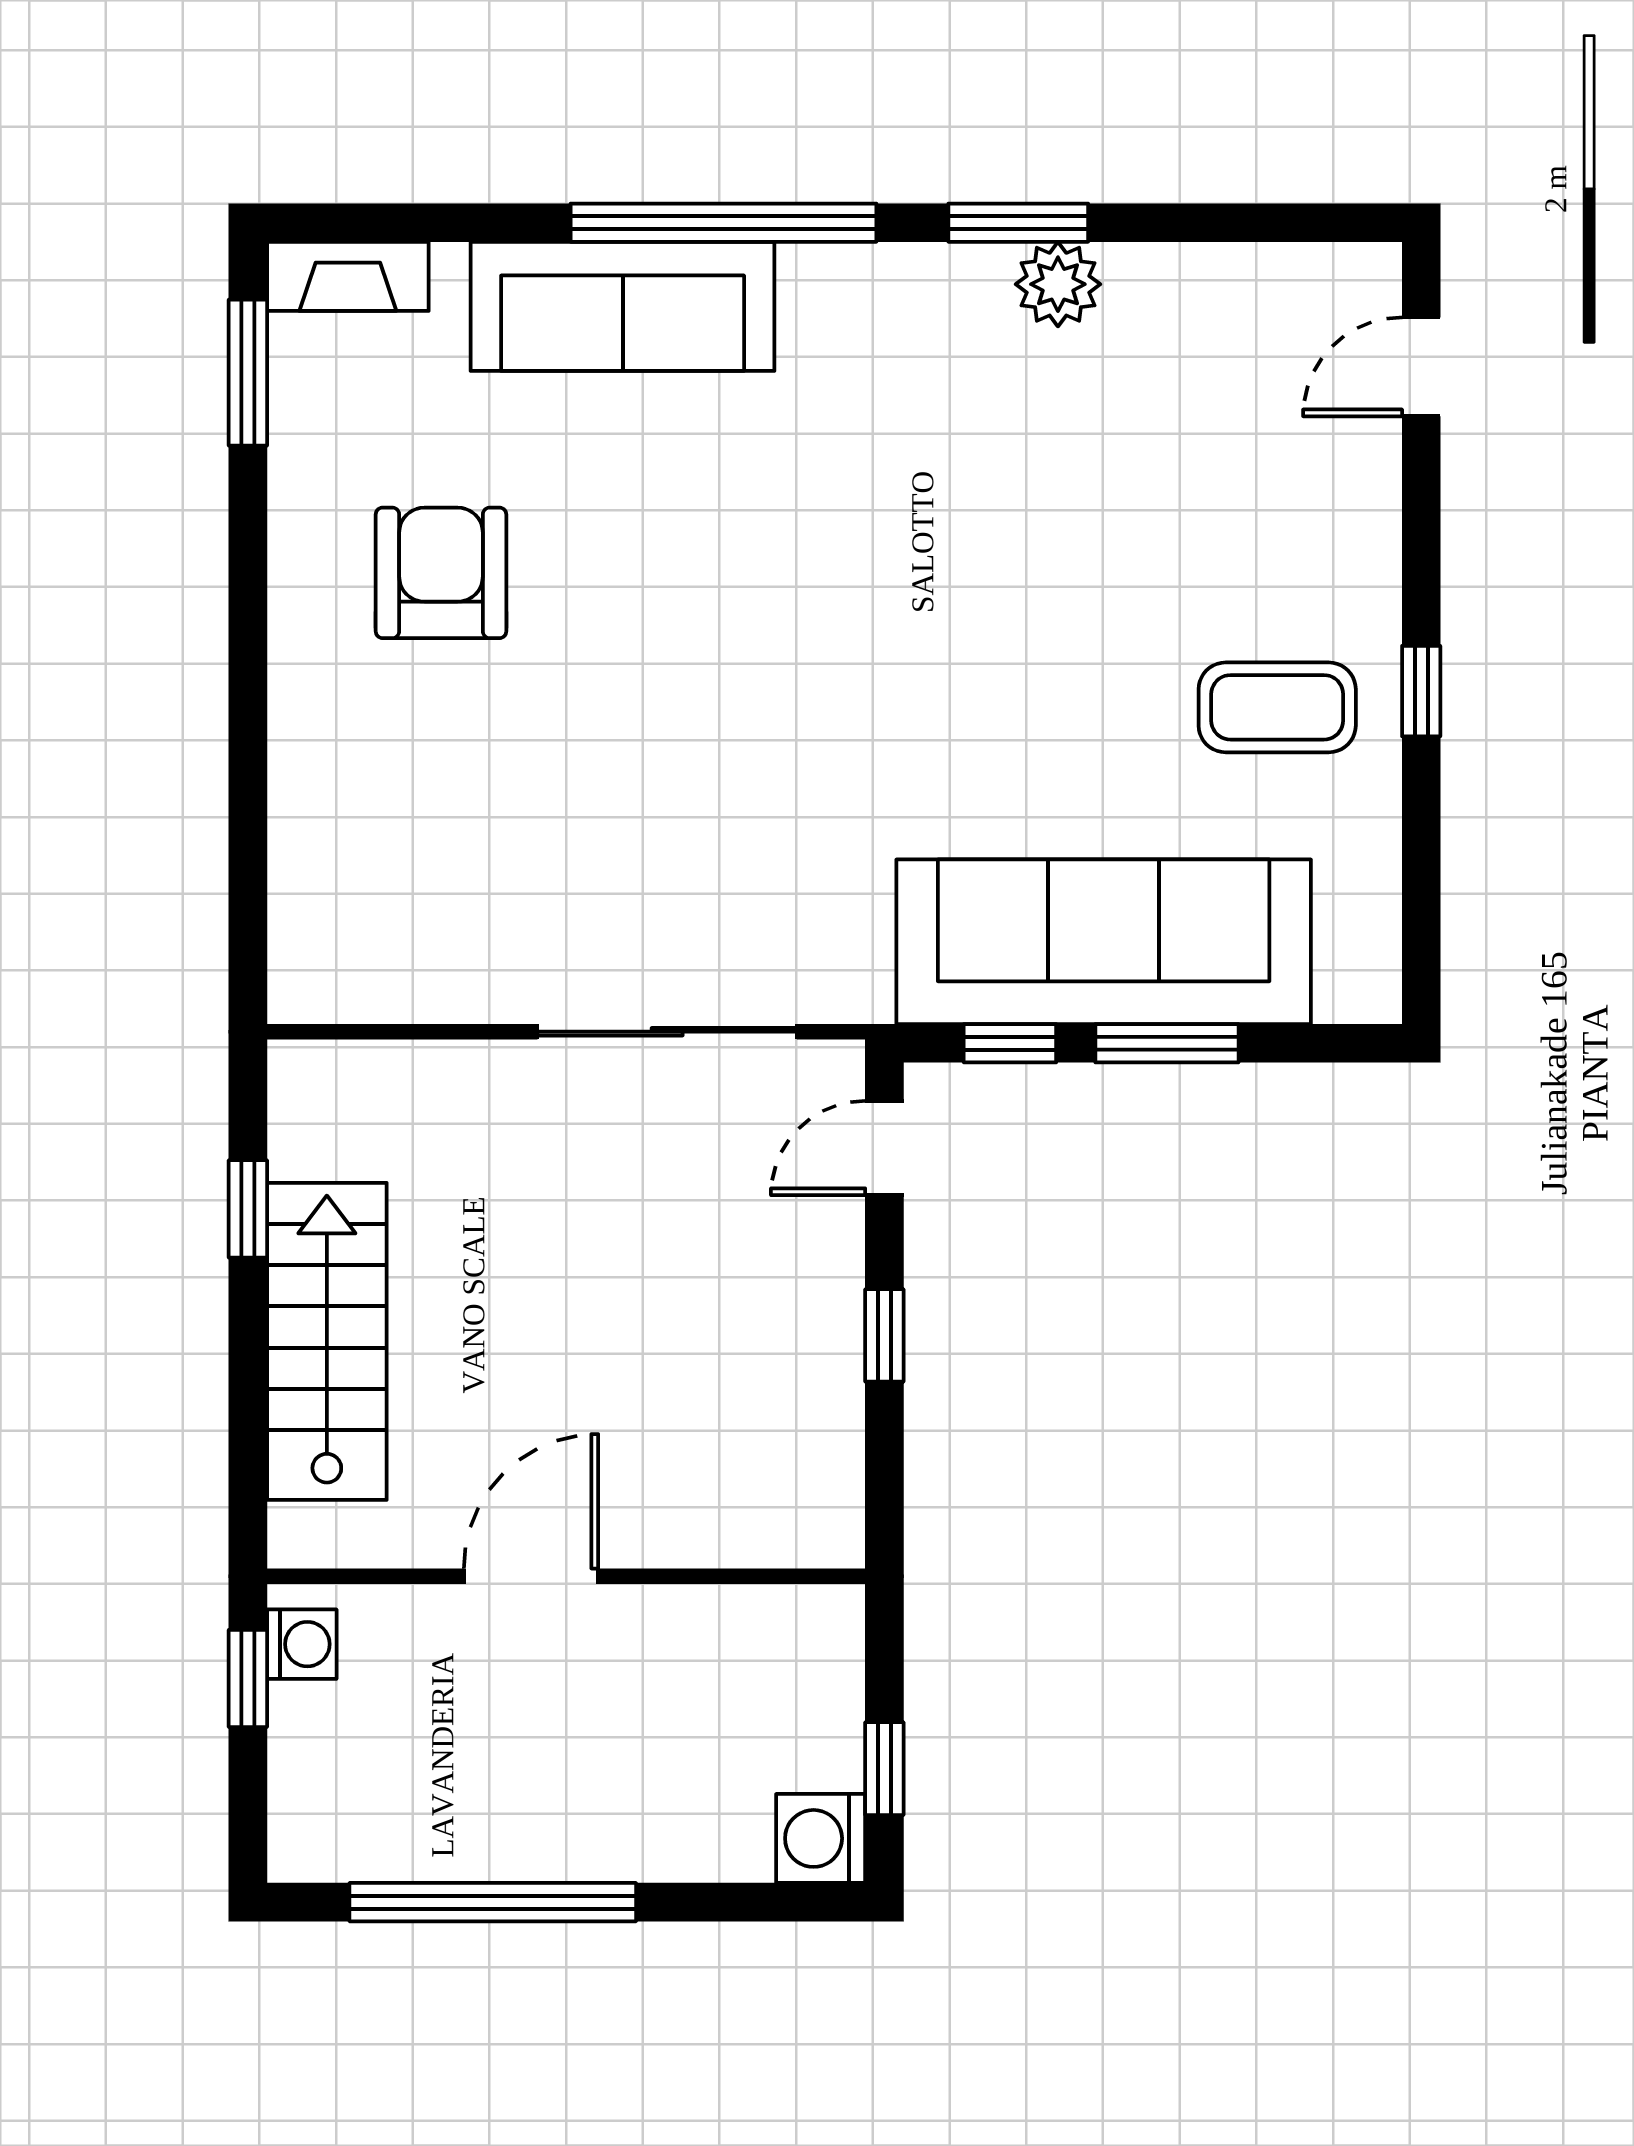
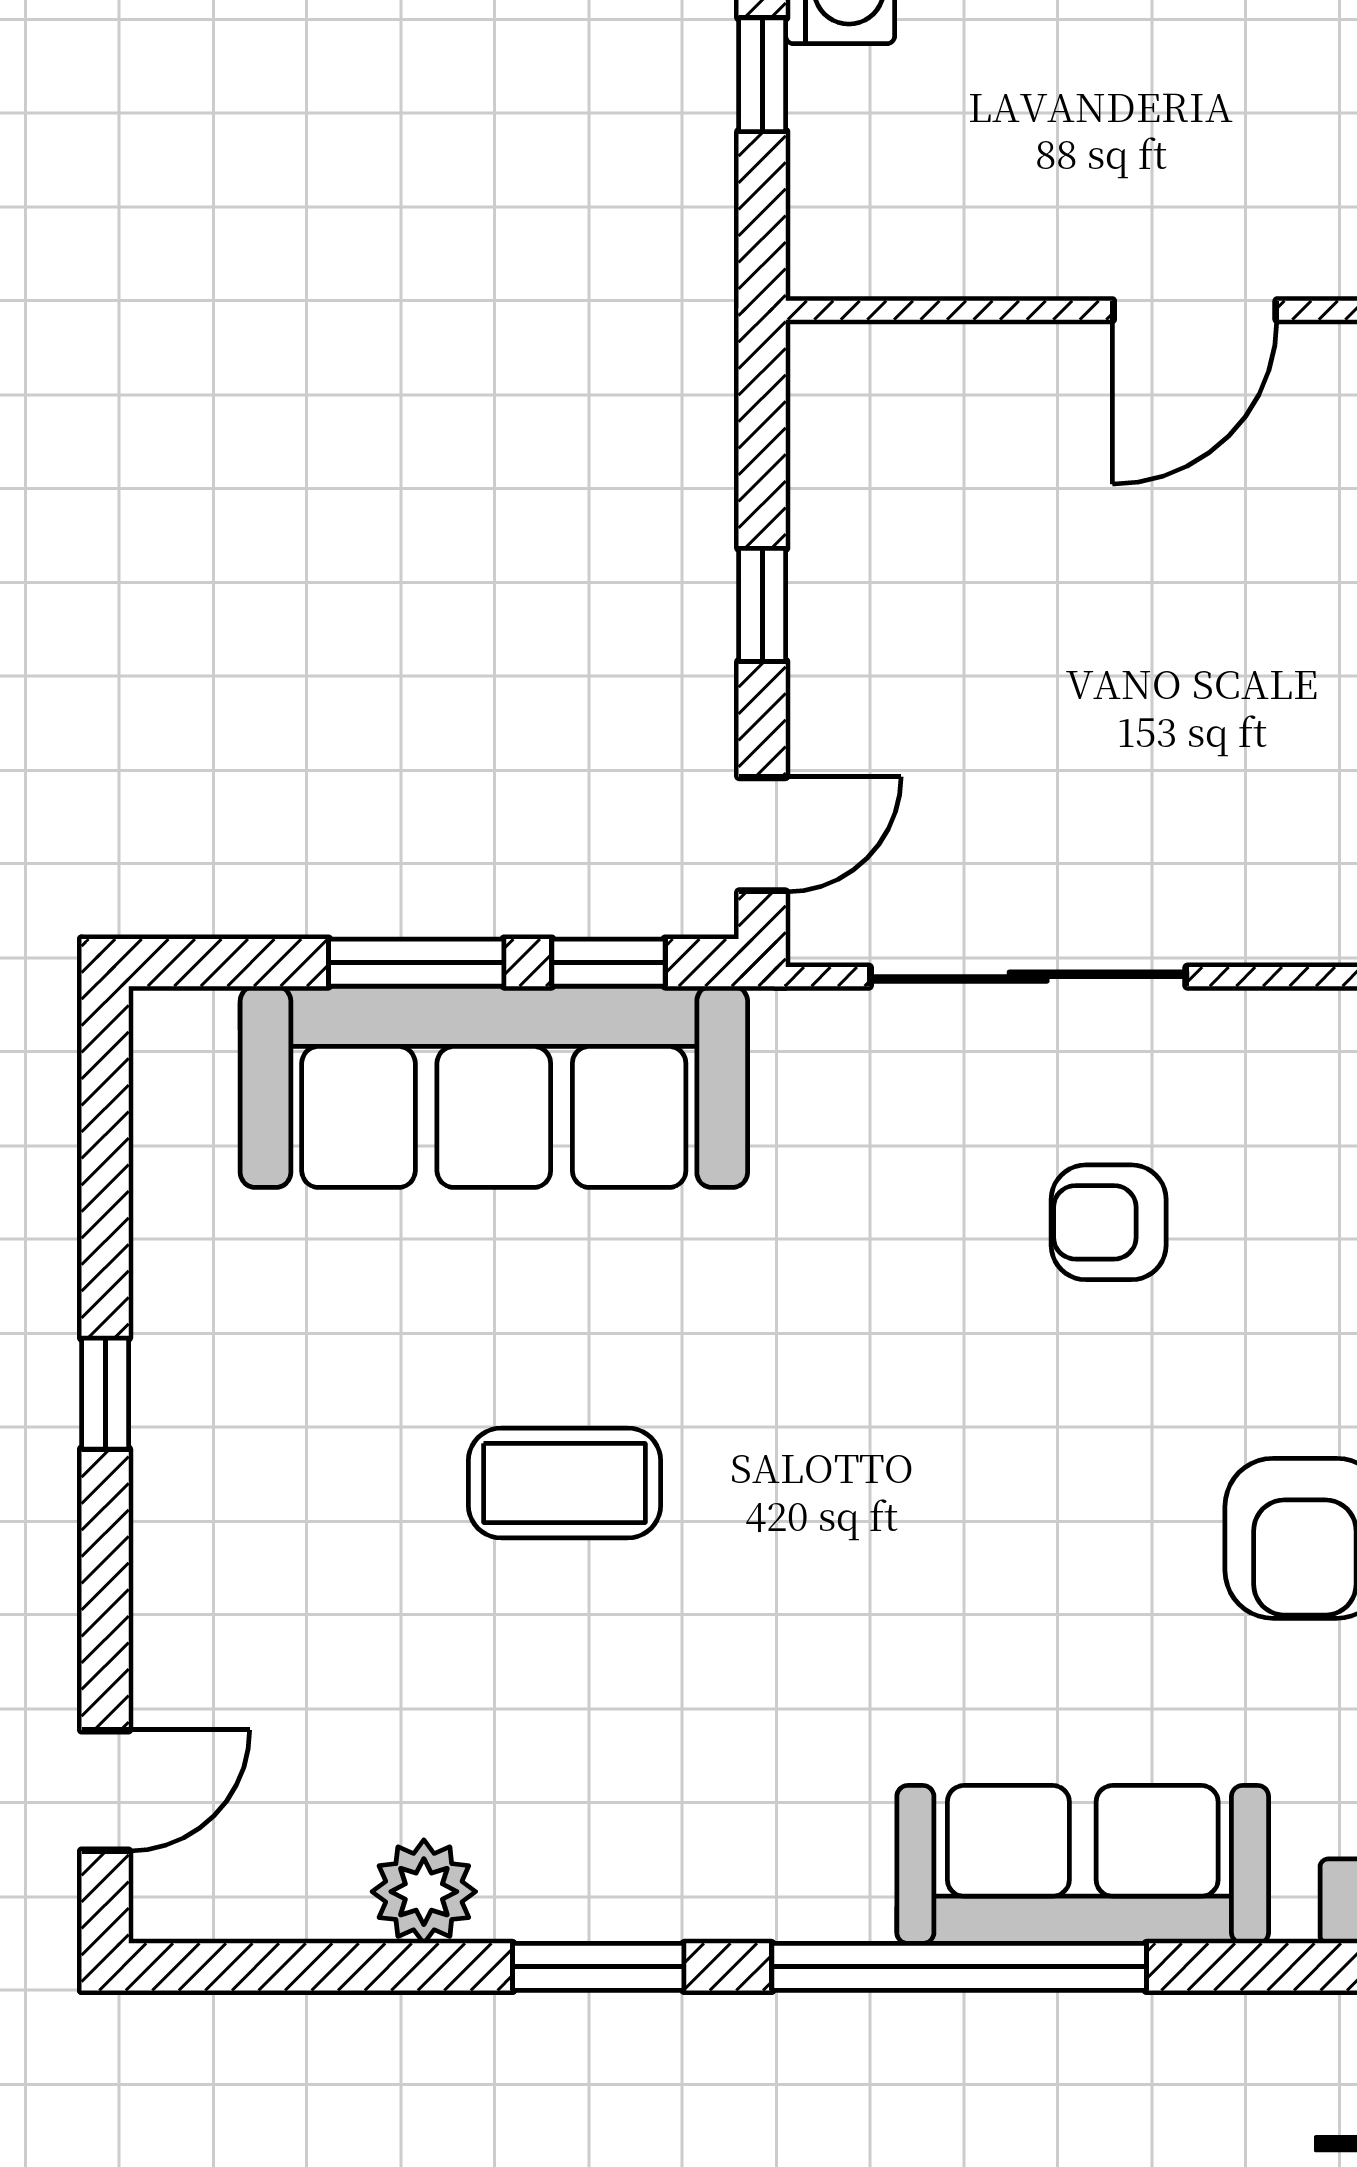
plant: (1058, 284) -> (424, 1892), moved
coffee table: (1277, 707) -> (564, 1483), moved
armchair: (601, 831) -> (1109, 1222), added

